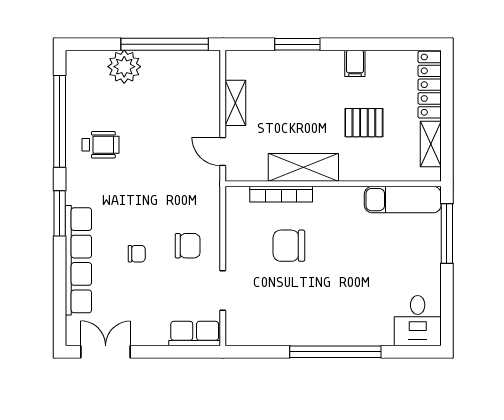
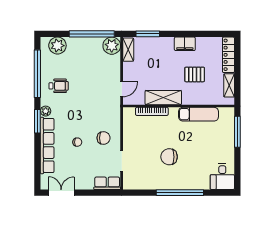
window: (297, 44) -> (148, 34), moved
filing cabinet: (355, 63) -> (185, 44), width x2.00
plant: (124, 67) -> (57, 46), moved
plant: (203, 67) -> (112, 46), added
shelving: (235, 103) -> (128, 50), moved
door: (223, 152) -> (122, 89), swing flipped
plant: (75, 194) -> (46, 111), added
exam couch: (403, 200) -> (198, 114), moved
chair: (289, 246) -> (169, 157), moved

